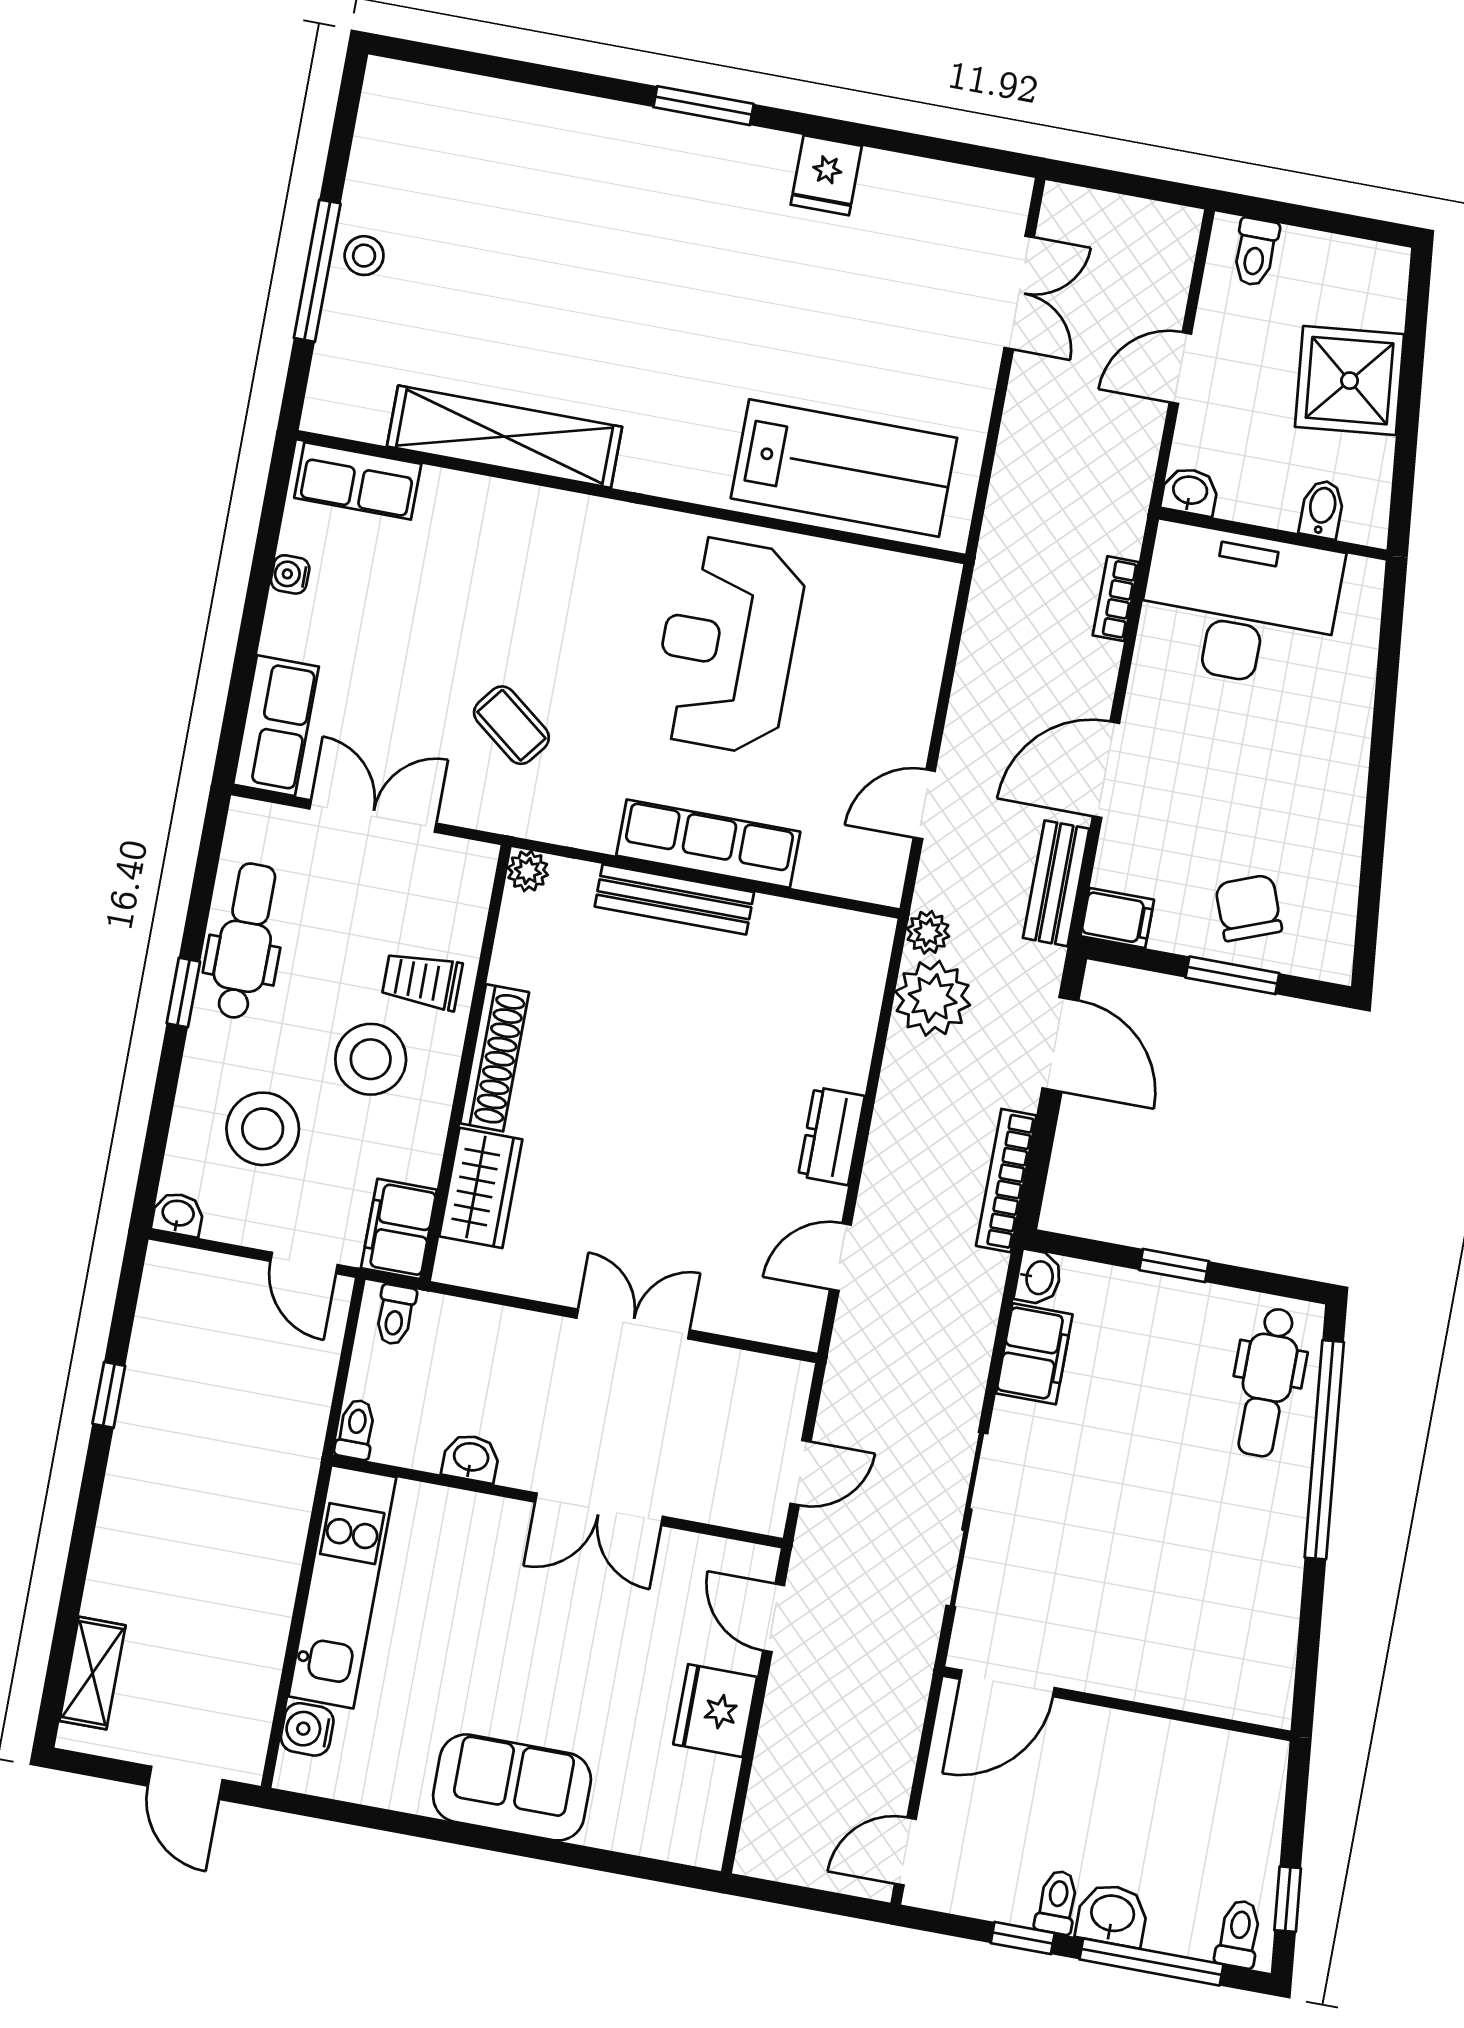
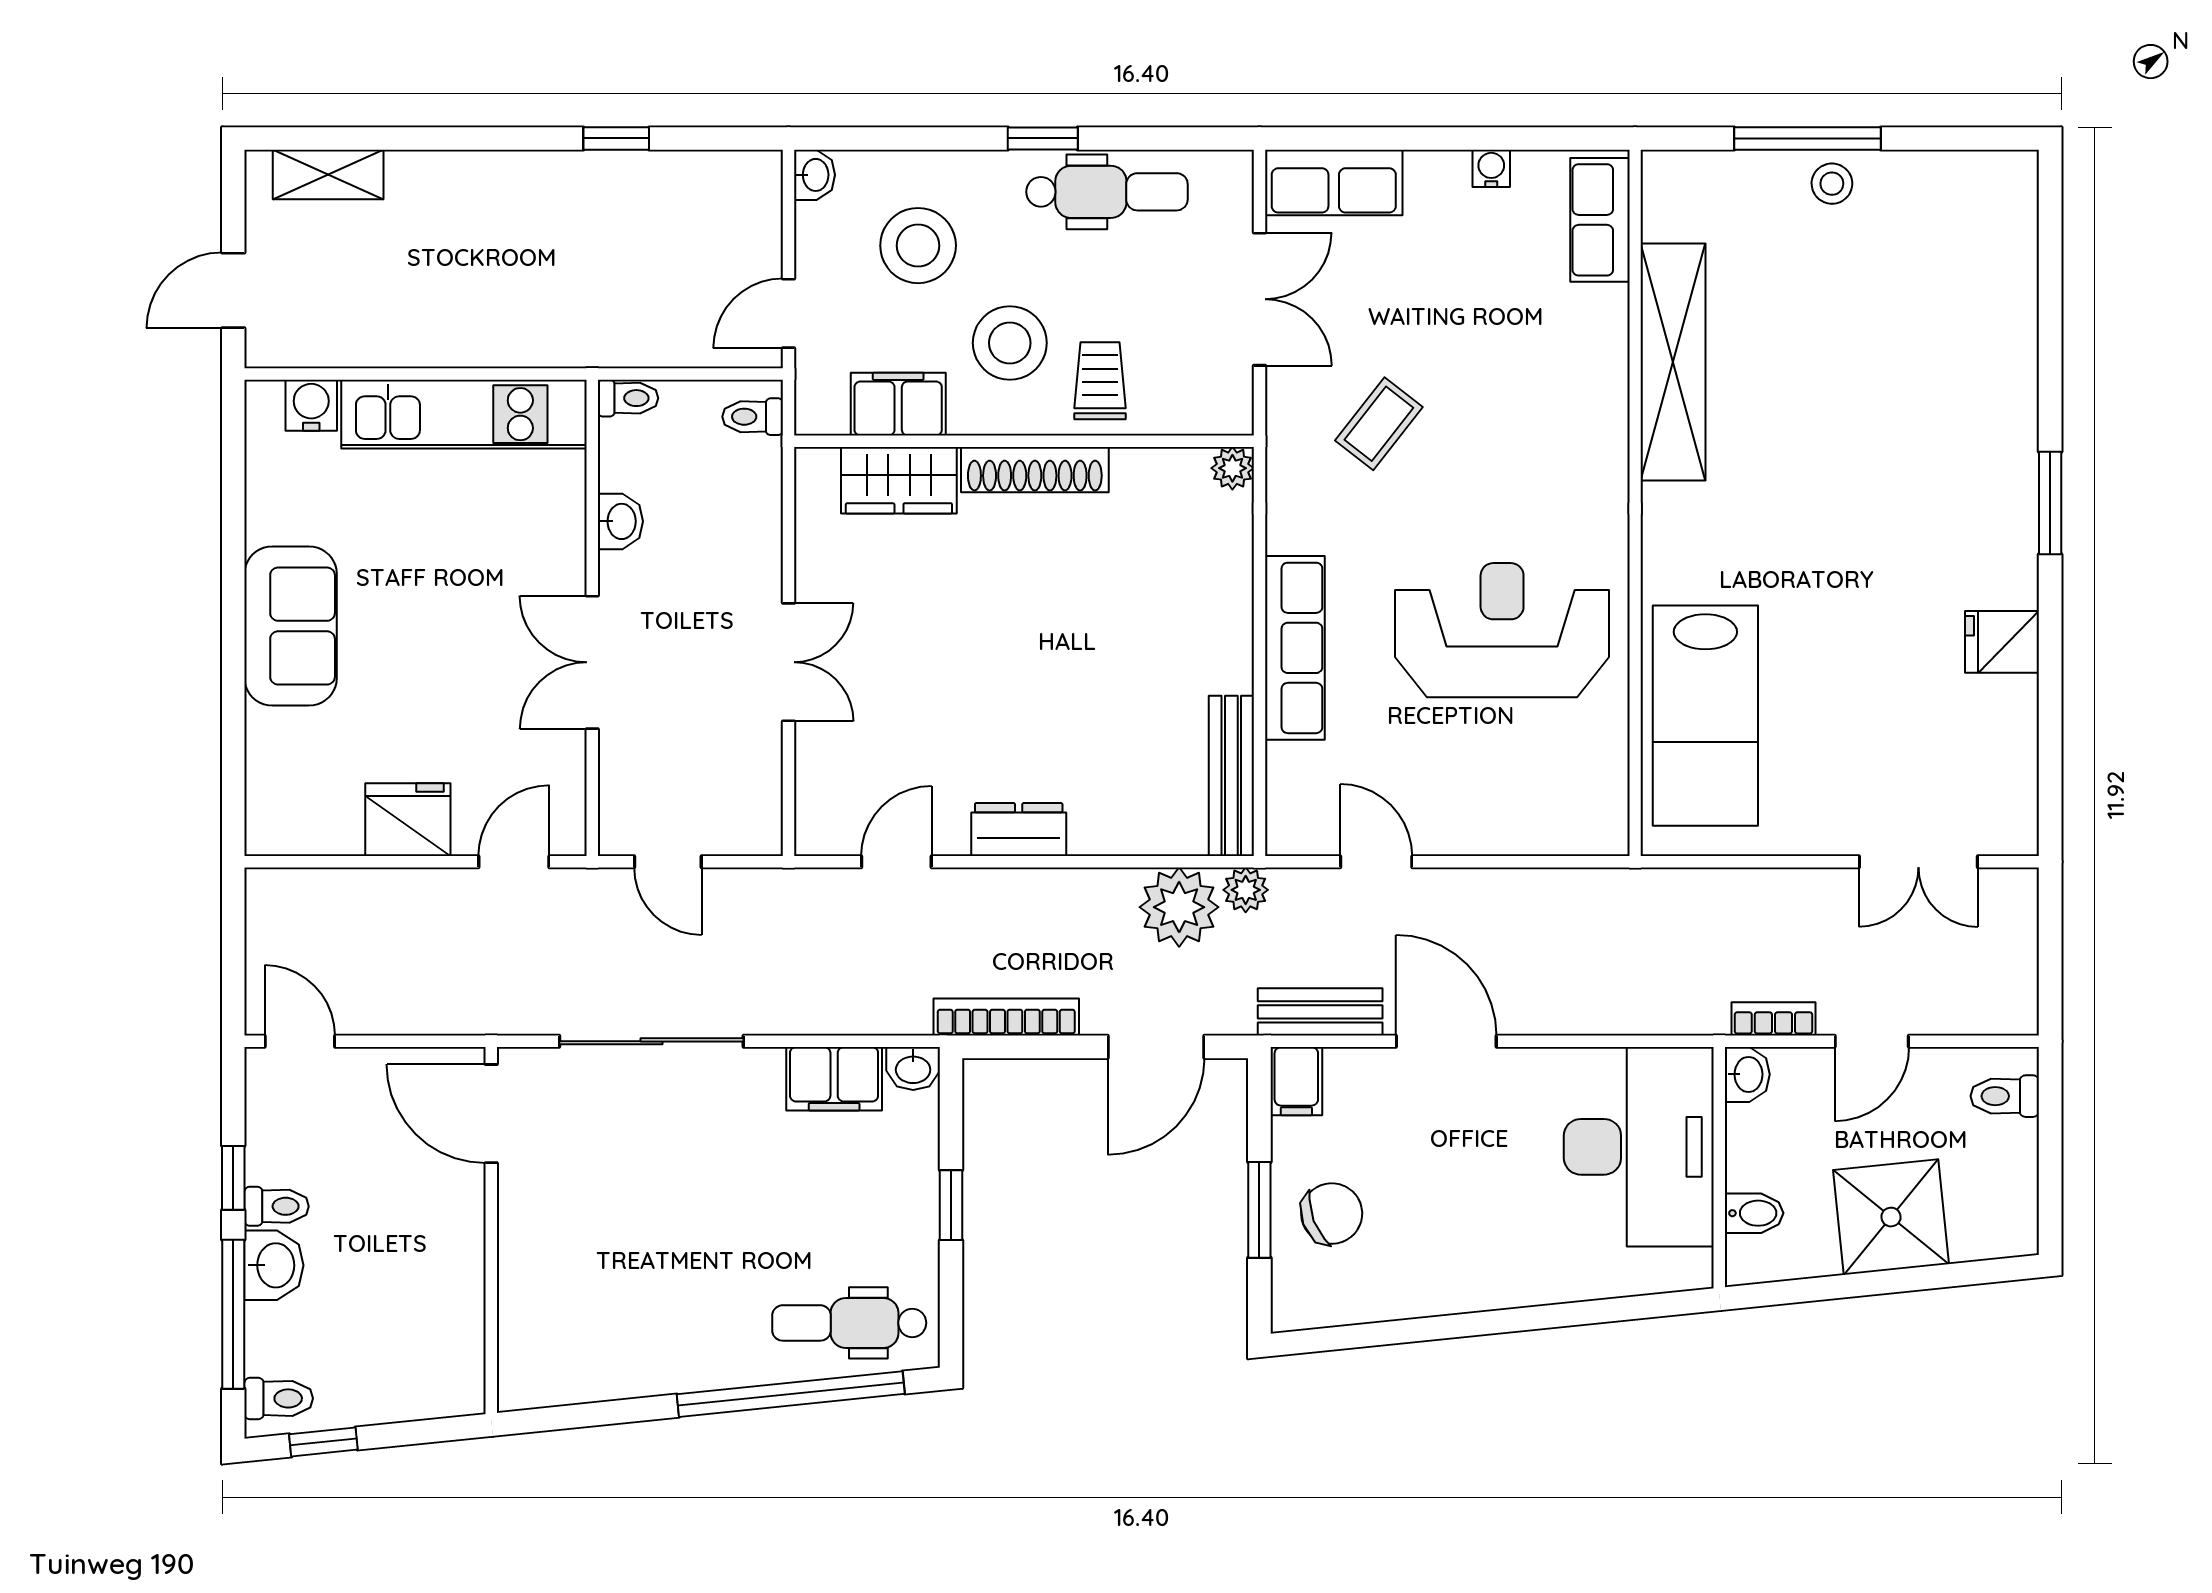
door: (1180, 368) -> (1872, 1041), swing flipped
bookcase: (1116, 599) -> (1773, 1019), moved
bench: (674, 899) -> (1231, 776), moved
filing cabinet: (399, 1229) -> (898, 404), moved
door: (840, 1257) -> (896, 862), hinge flipped

